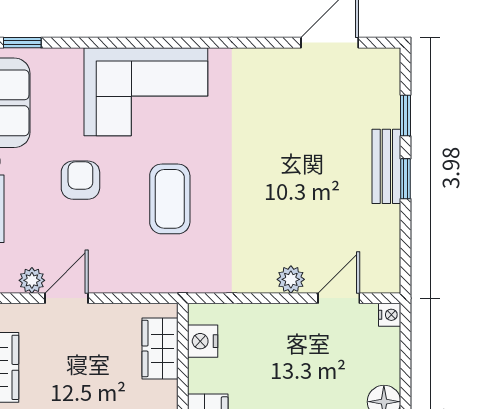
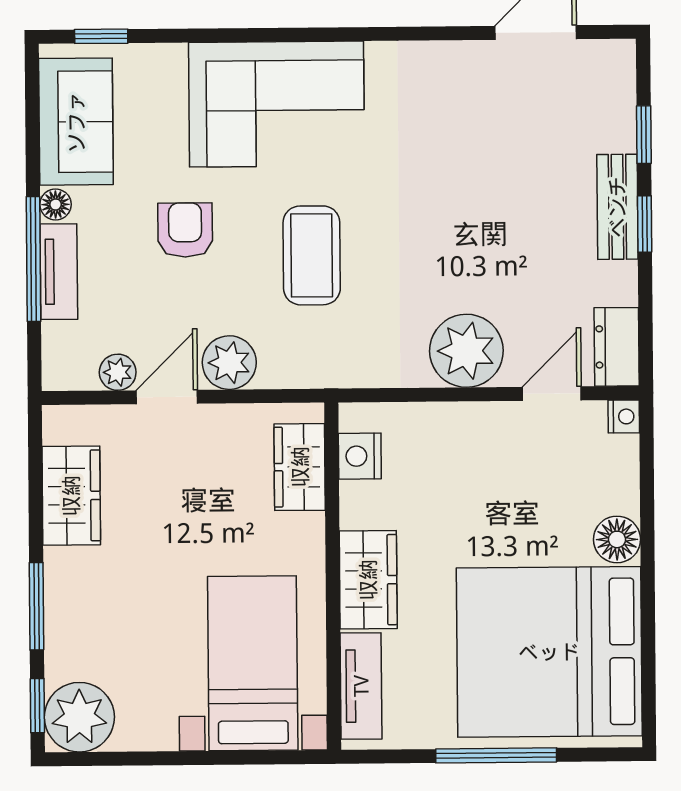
dresser: (385, 265) -> (617, 347), added
plant: (111, 274) -> (229, 363), added
plant: (291, 279) -> (466, 351), width x1.88, depth x1.88

